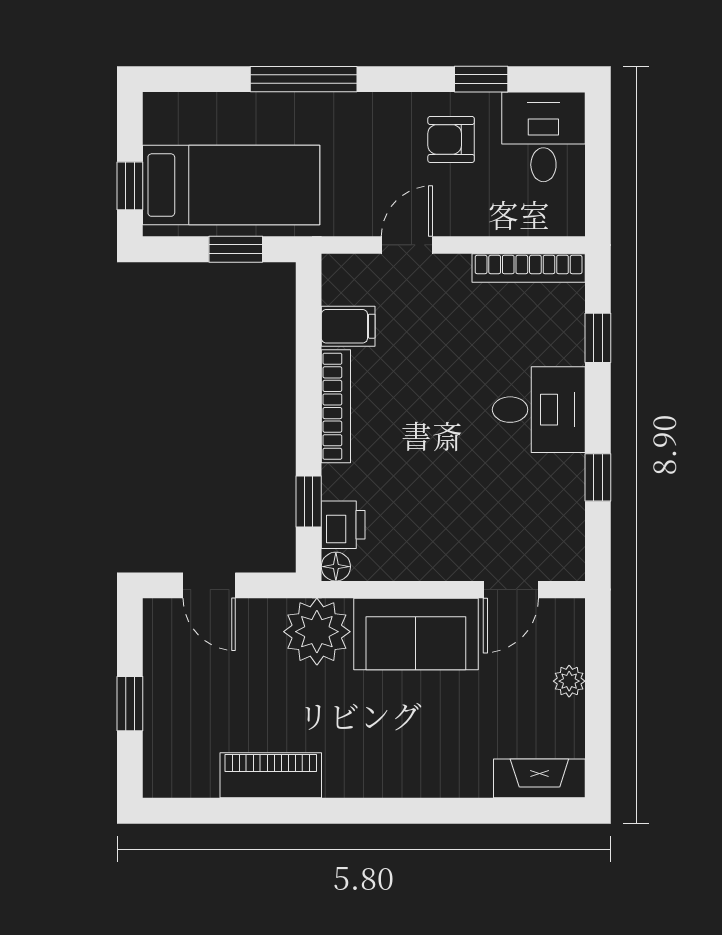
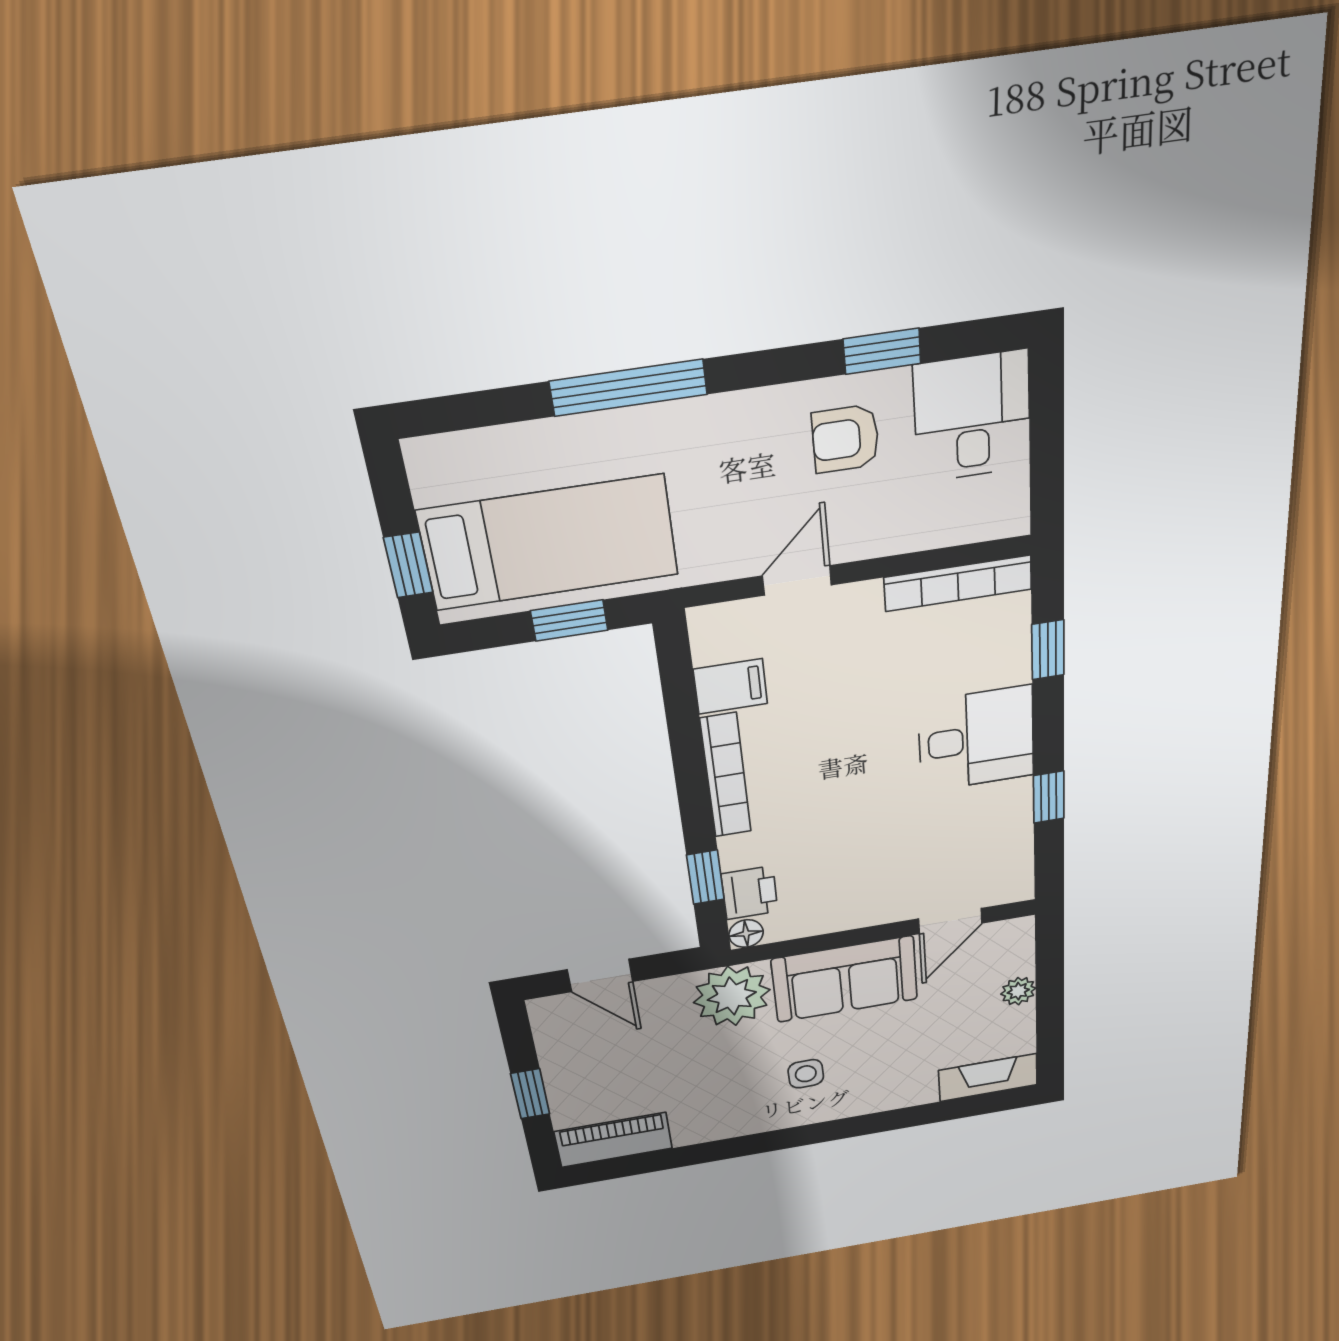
side table: (373, 736) -> (806, 1074), added
piano: (271, 775) -> (614, 1140), moved

